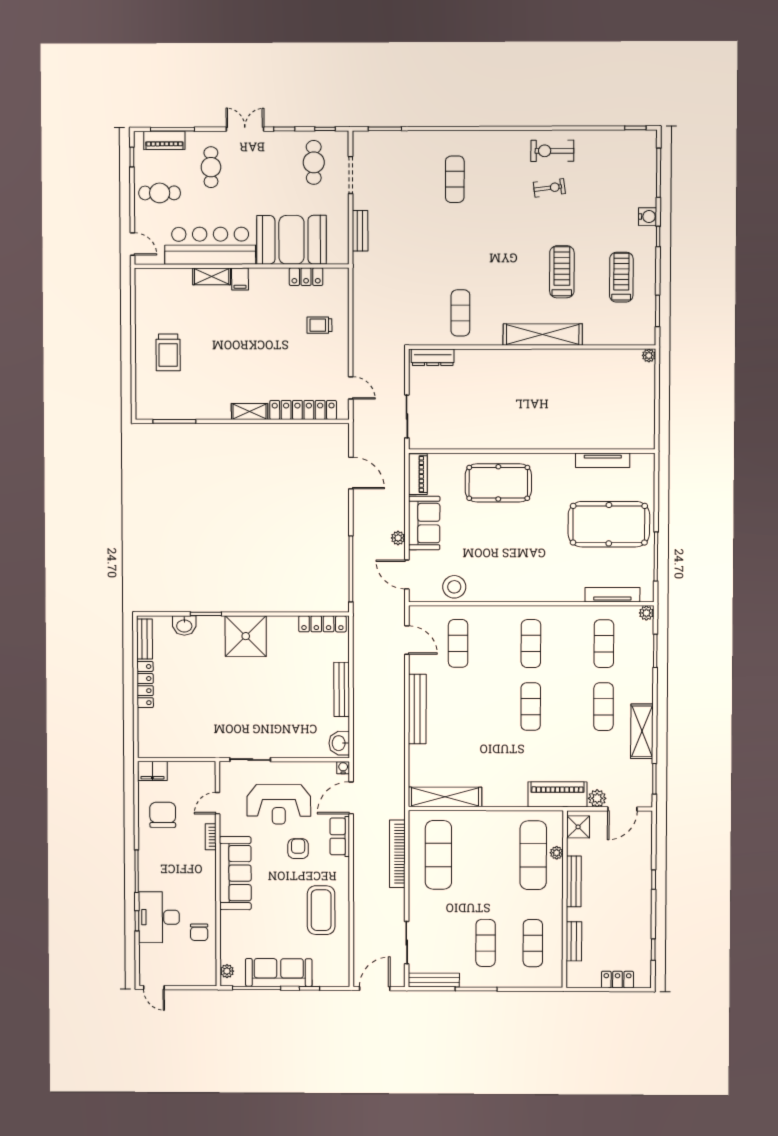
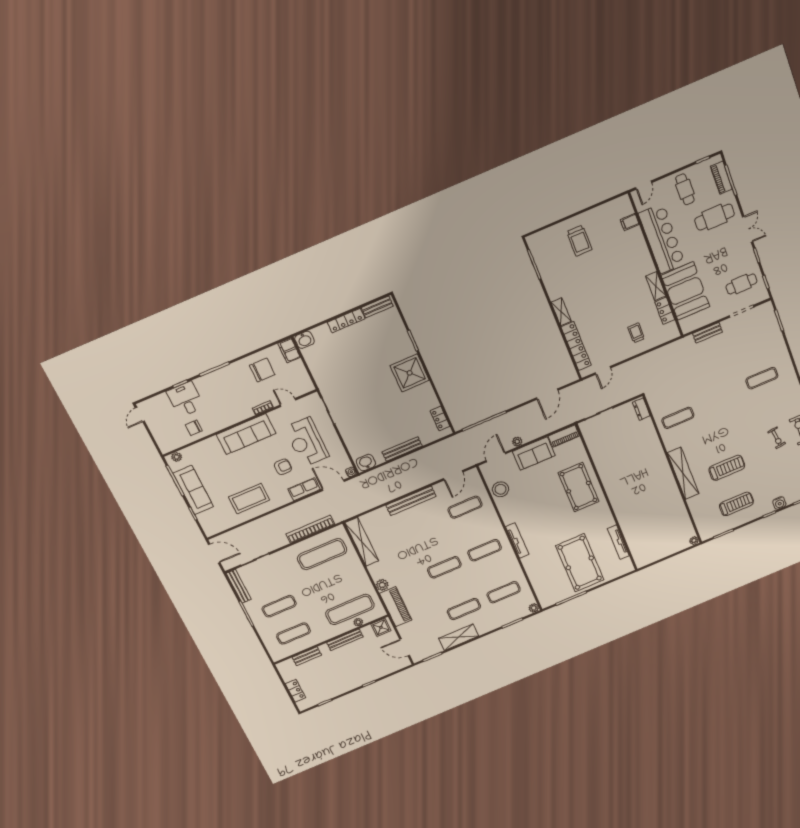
cafe table: (211, 167) -> (715, 217), width x1.37, depth x1.35
shelving: (212, 276) -> (656, 286), moved
filing cabinet: (240, 279) -> (630, 222), moved
trolley: (168, 352) -> (579, 241), turned -90
dresser: (433, 357) -> (641, 409), width x0.70
tv unit: (612, 595) -> (517, 541), moved
locker: (322, 624) -> (440, 418), width x0.66
washbasin: (184, 625) -> (305, 340), moved, turned -90
plant: (597, 798) -> (382, 585), moved
desk: (159, 917) -> (186, 399), width x0.73

